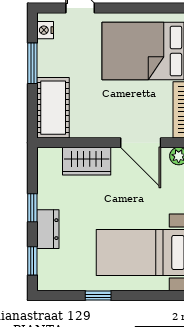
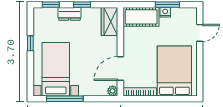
nightstand: (45, 30) -> (165, 12), moved
wardrobe: (87, 161) -> (110, 21), moved

